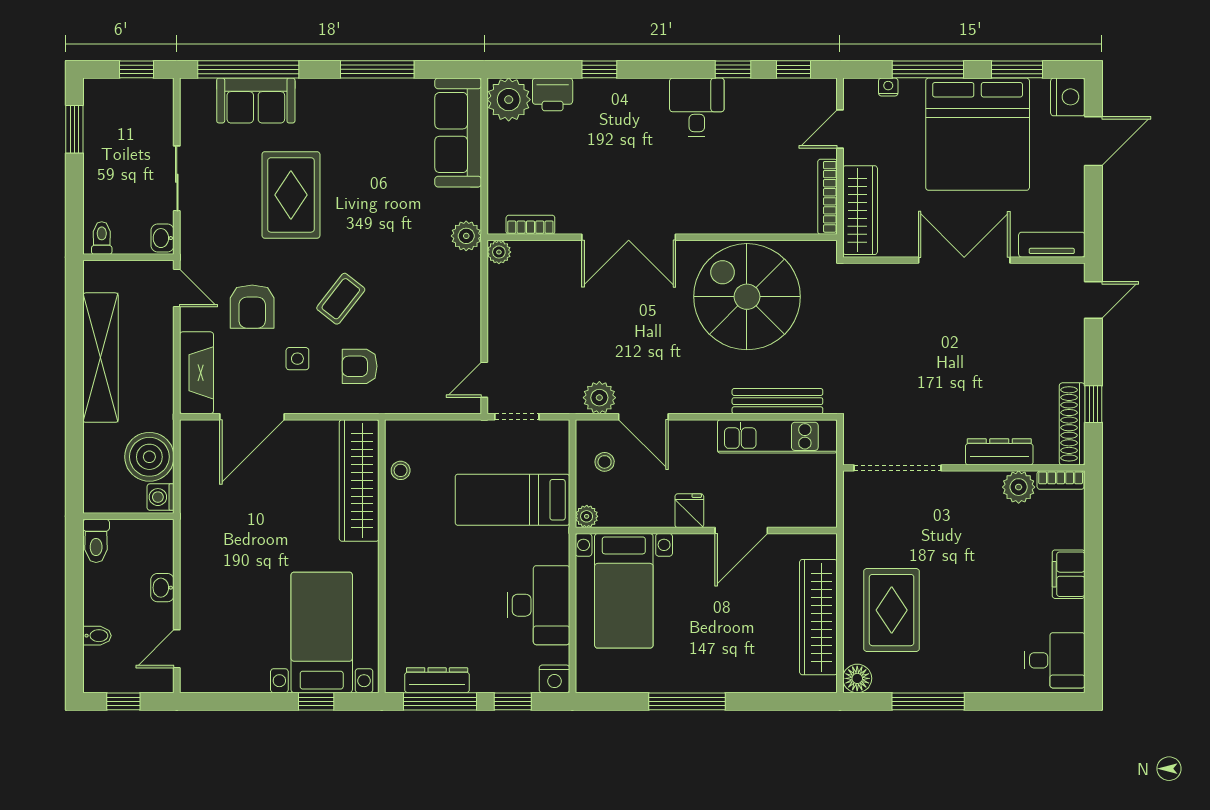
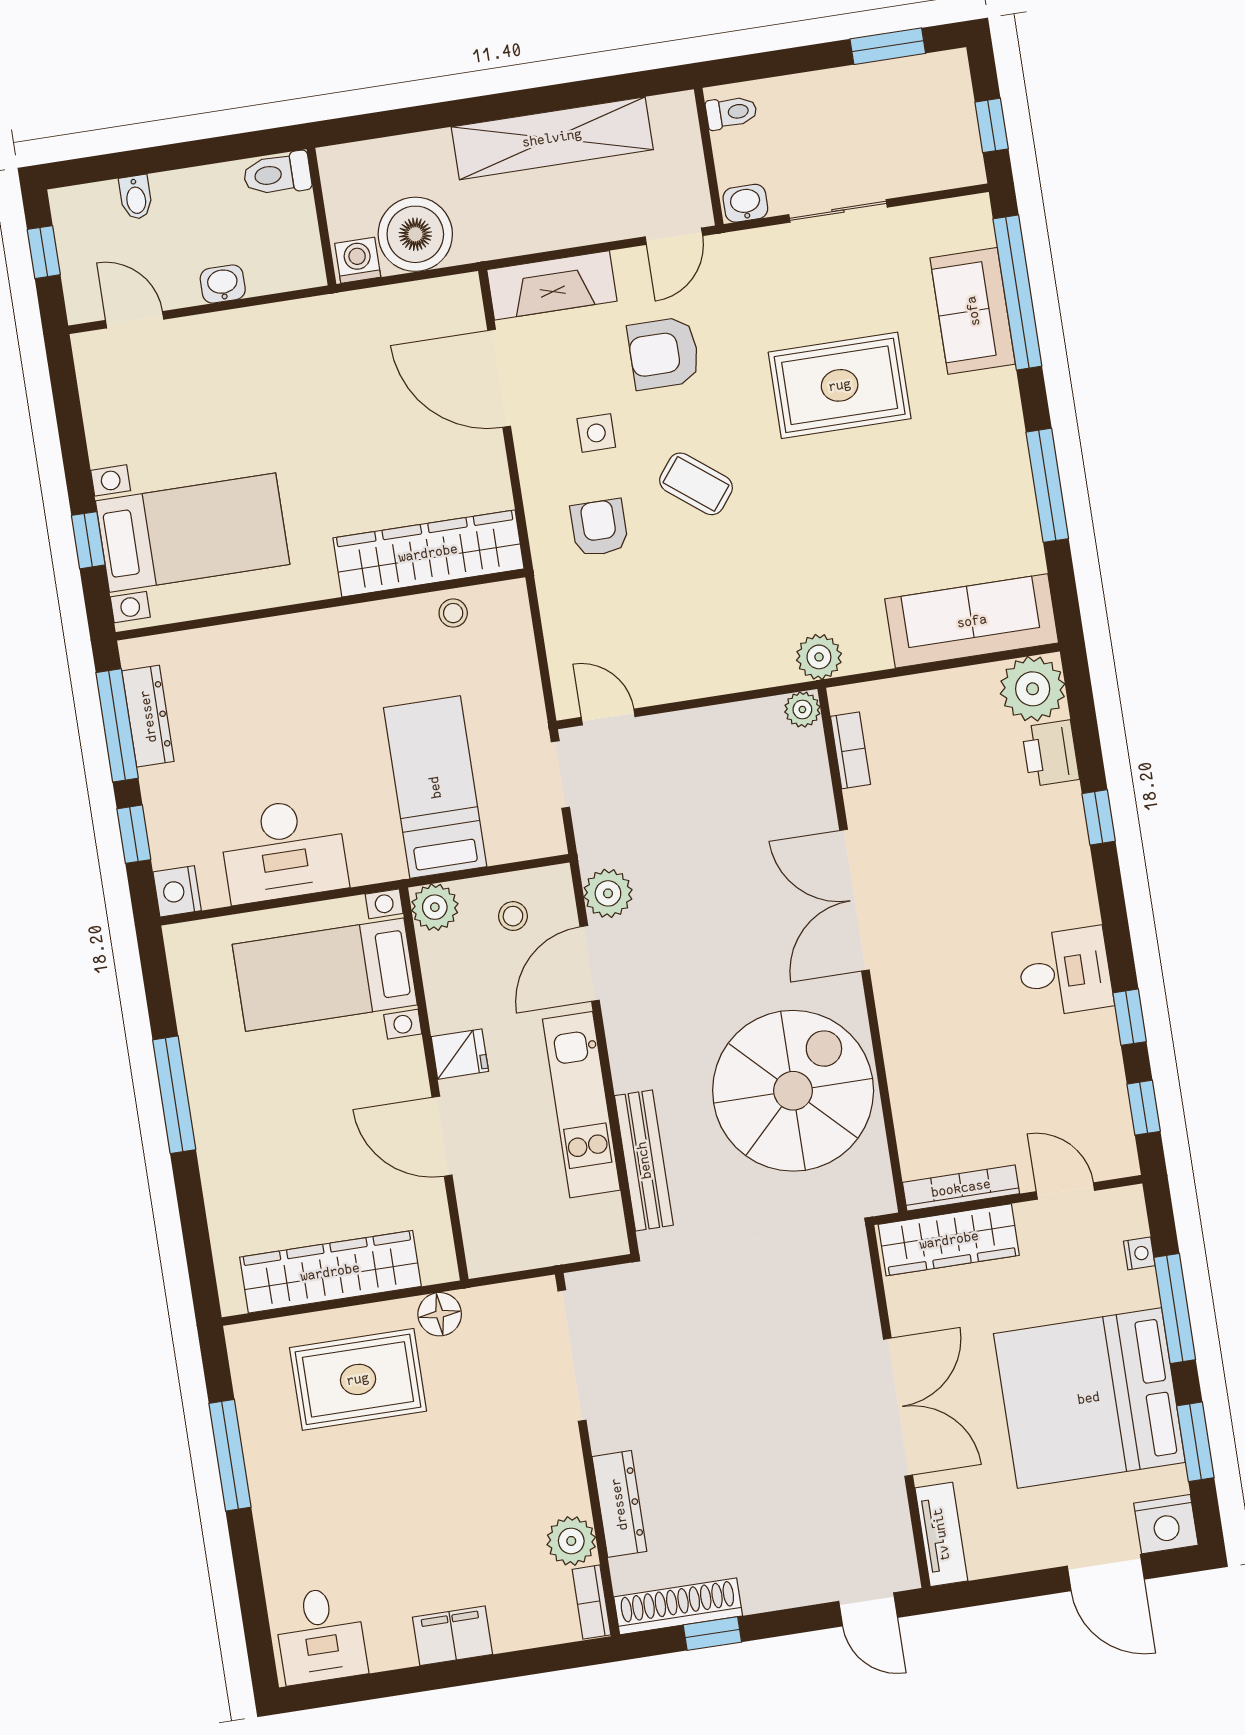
kitchen unit: (777, 436) -> (581, 1105), moved
plant: (587, 516) -> (435, 907), width x1.38, depth x1.38
floor lamp: (857, 678) -> (440, 1314), moved

